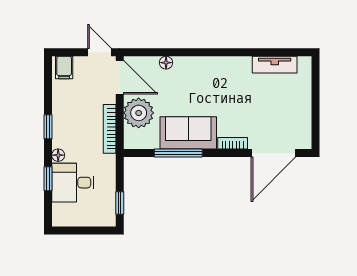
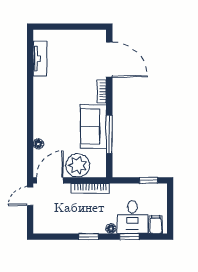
filing cabinet: (64, 68) -> (156, 225), moved, turned -90

